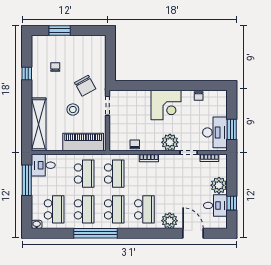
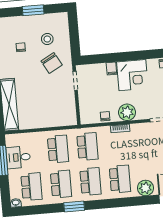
window: (60, 31) -> (33, 10), moved
filing cabinet: (145, 96) -> (111, 69), added
stool: (73, 110) -> (47, 39), moved
piano: (83, 142) -> (54, 118), removed
plant: (170, 142) -> (127, 112), moved
desk: (43, 165) -> (18, 157), moved
window: (95, 233) -> (74, 207), width x0.47

